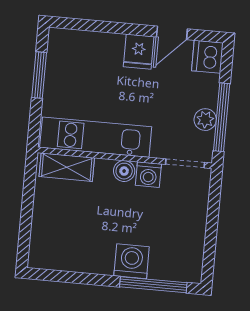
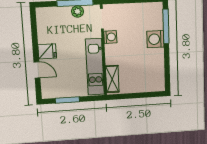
door: (172, 33) -> (37, 70), moved
dishwasher: (207, 57) -> (44, 15), removed
boiler: (124, 171) -> (110, 50), removed

